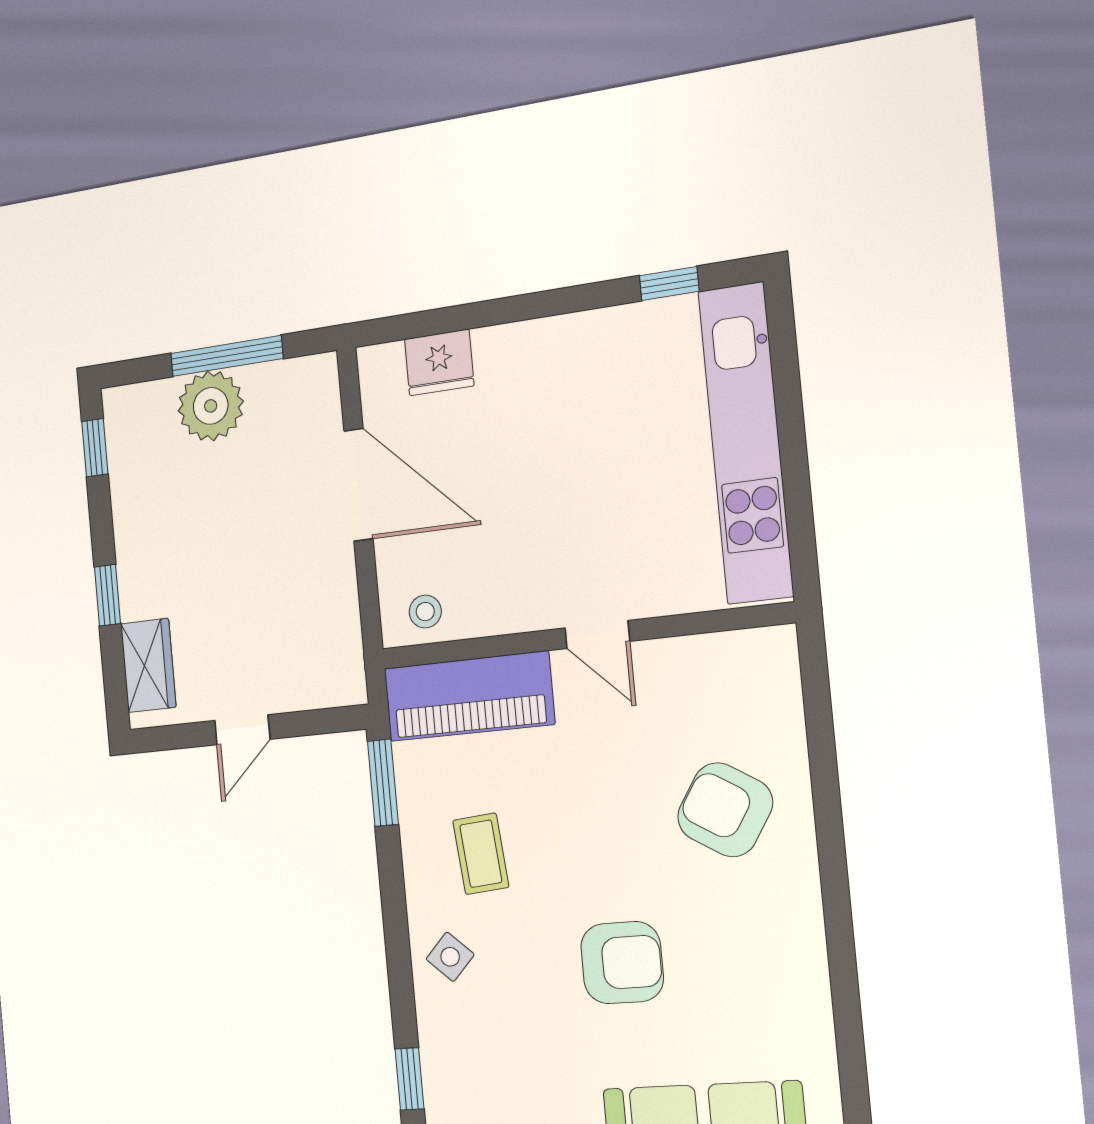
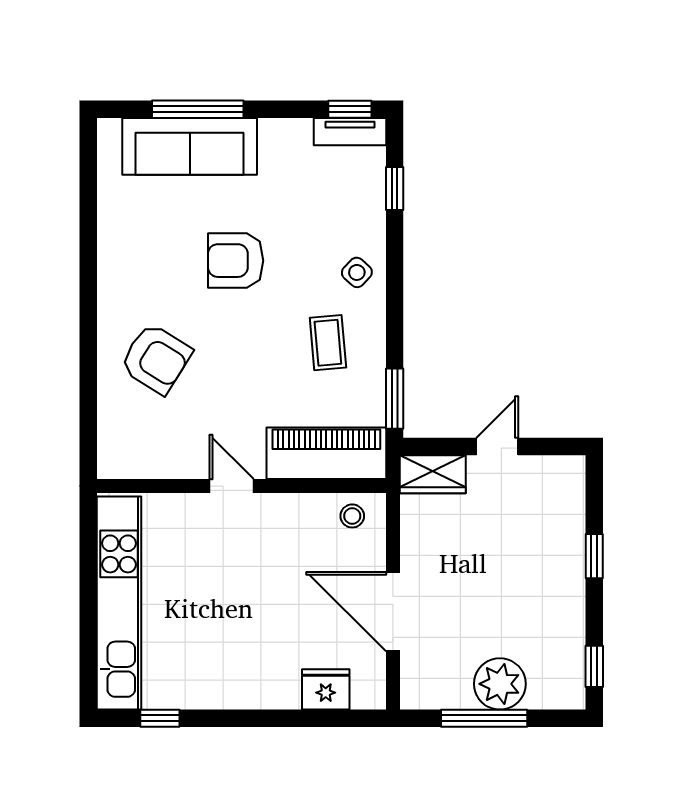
wardrobe: (148, 665) -> (433, 474), moved, turned -90

